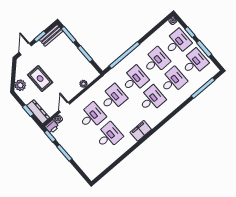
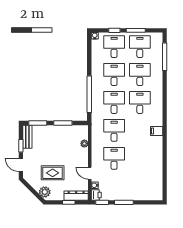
filing cabinet: (141, 131) -> (157, 131), width x0.50
desk: (109, 136) -> (140, 158), removed

